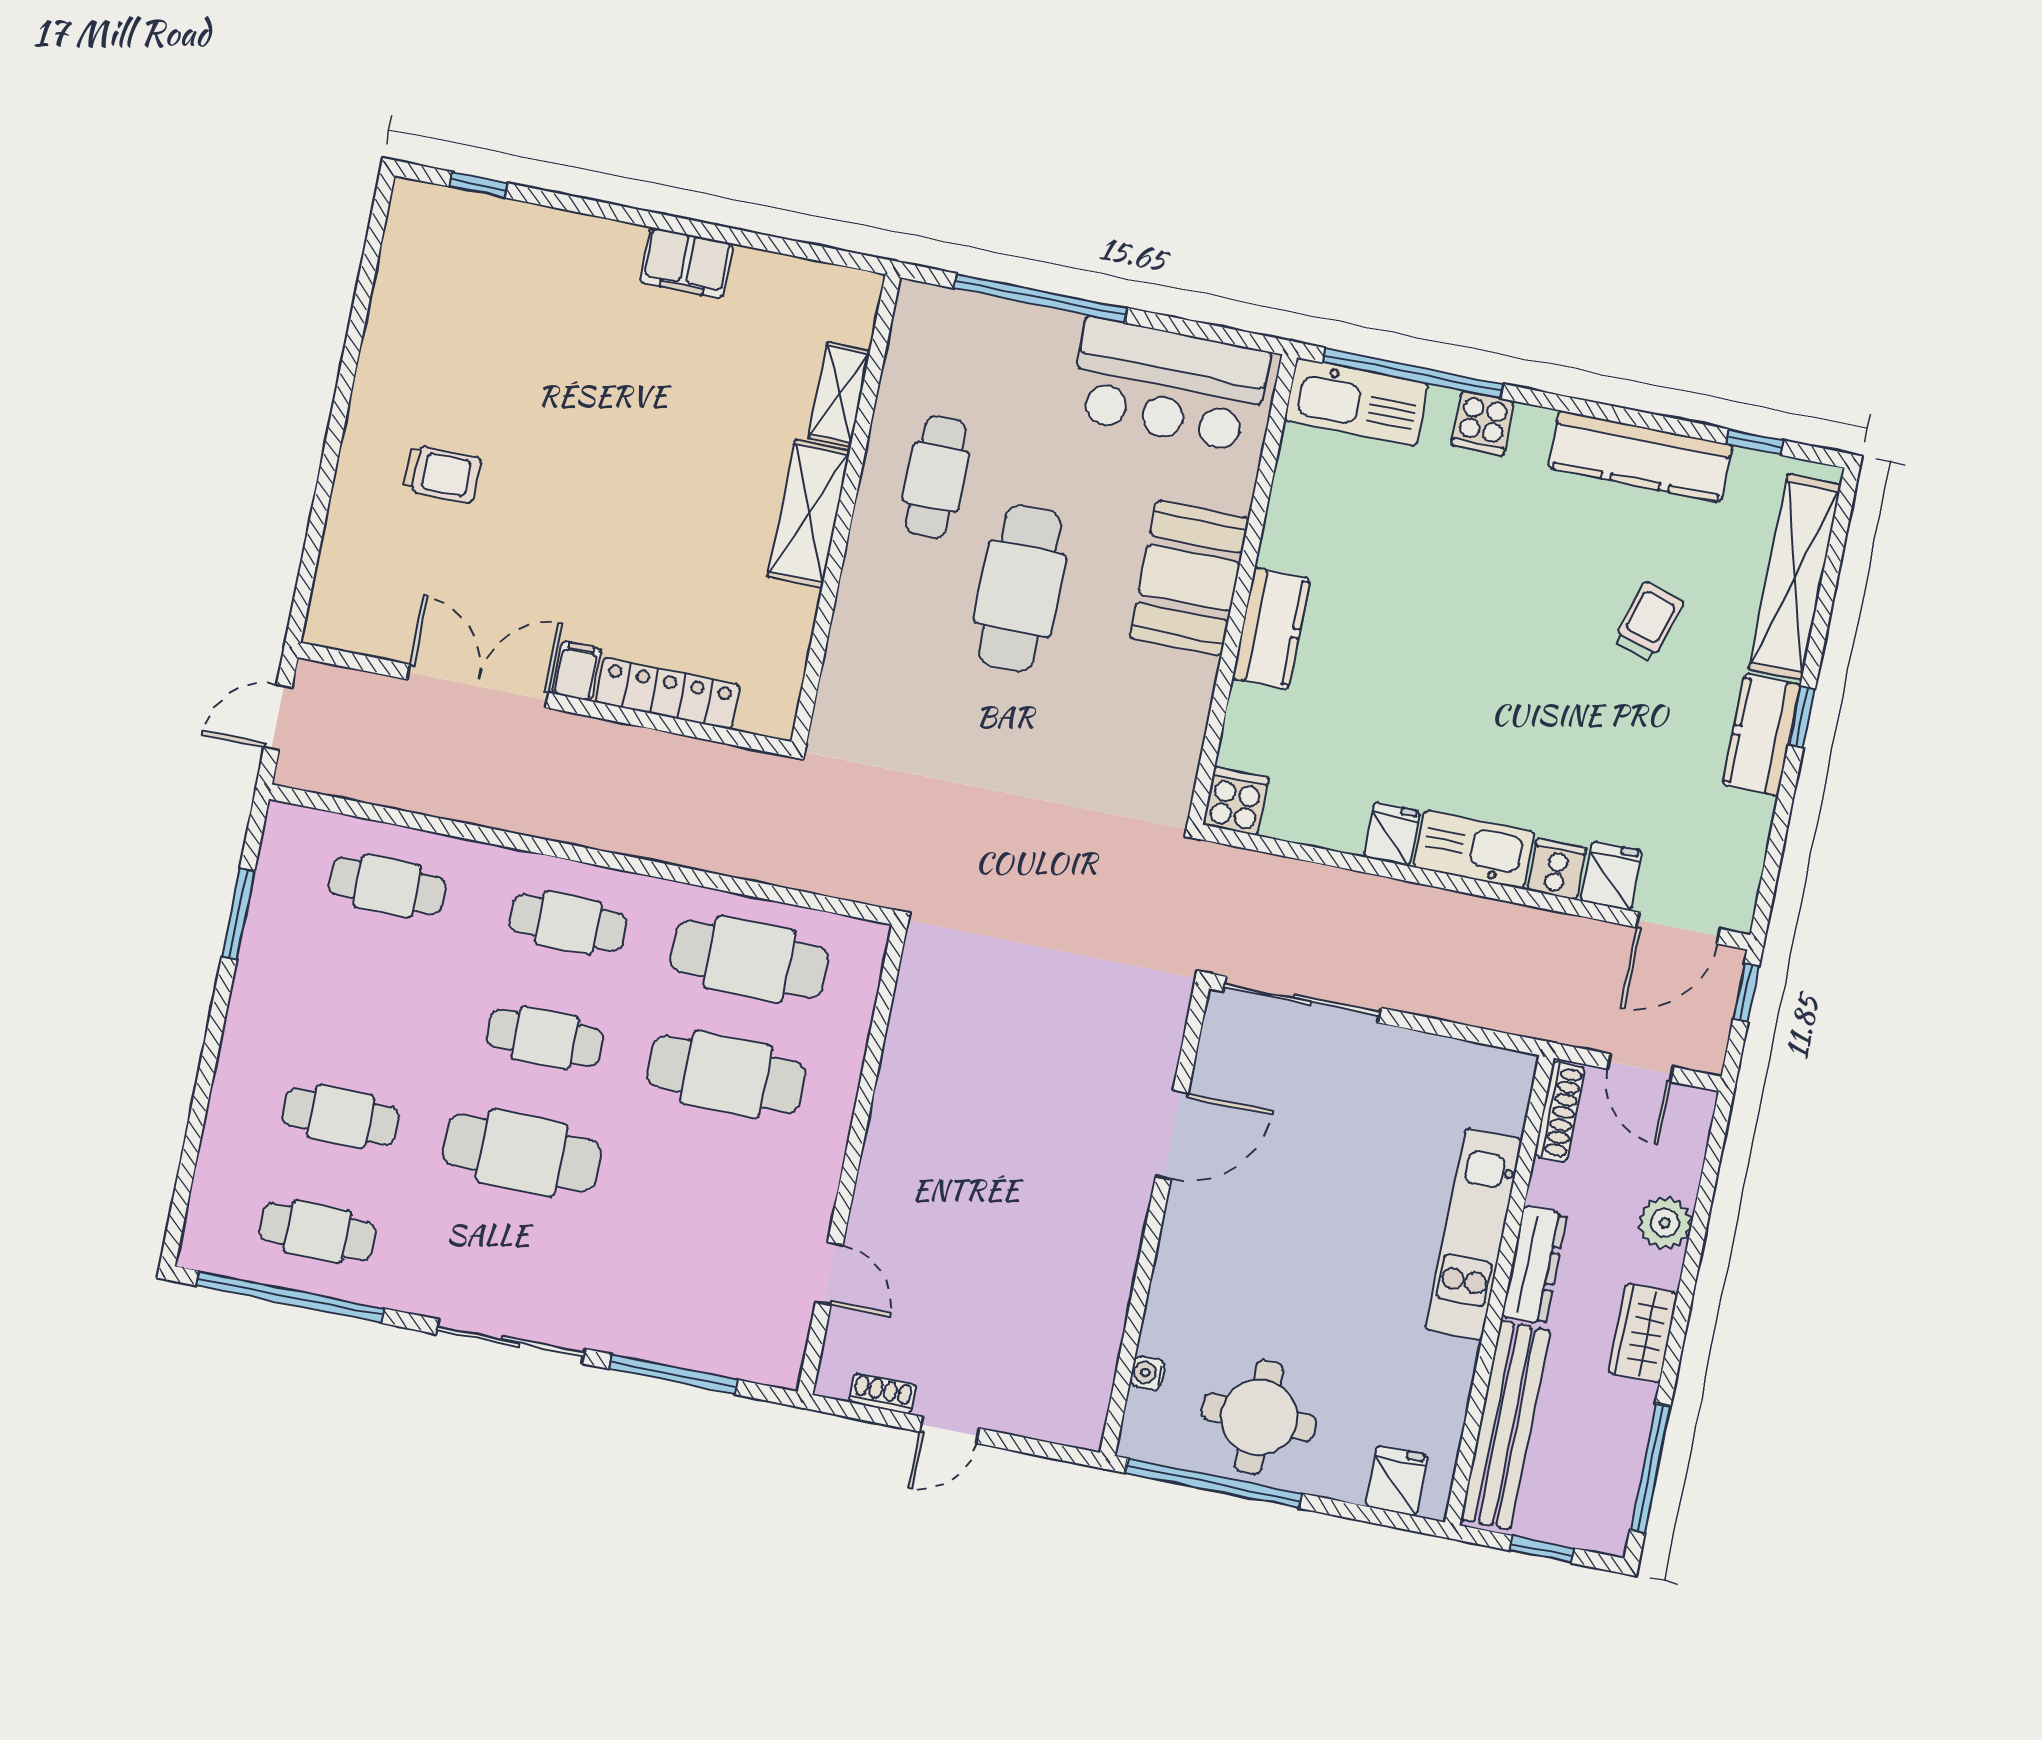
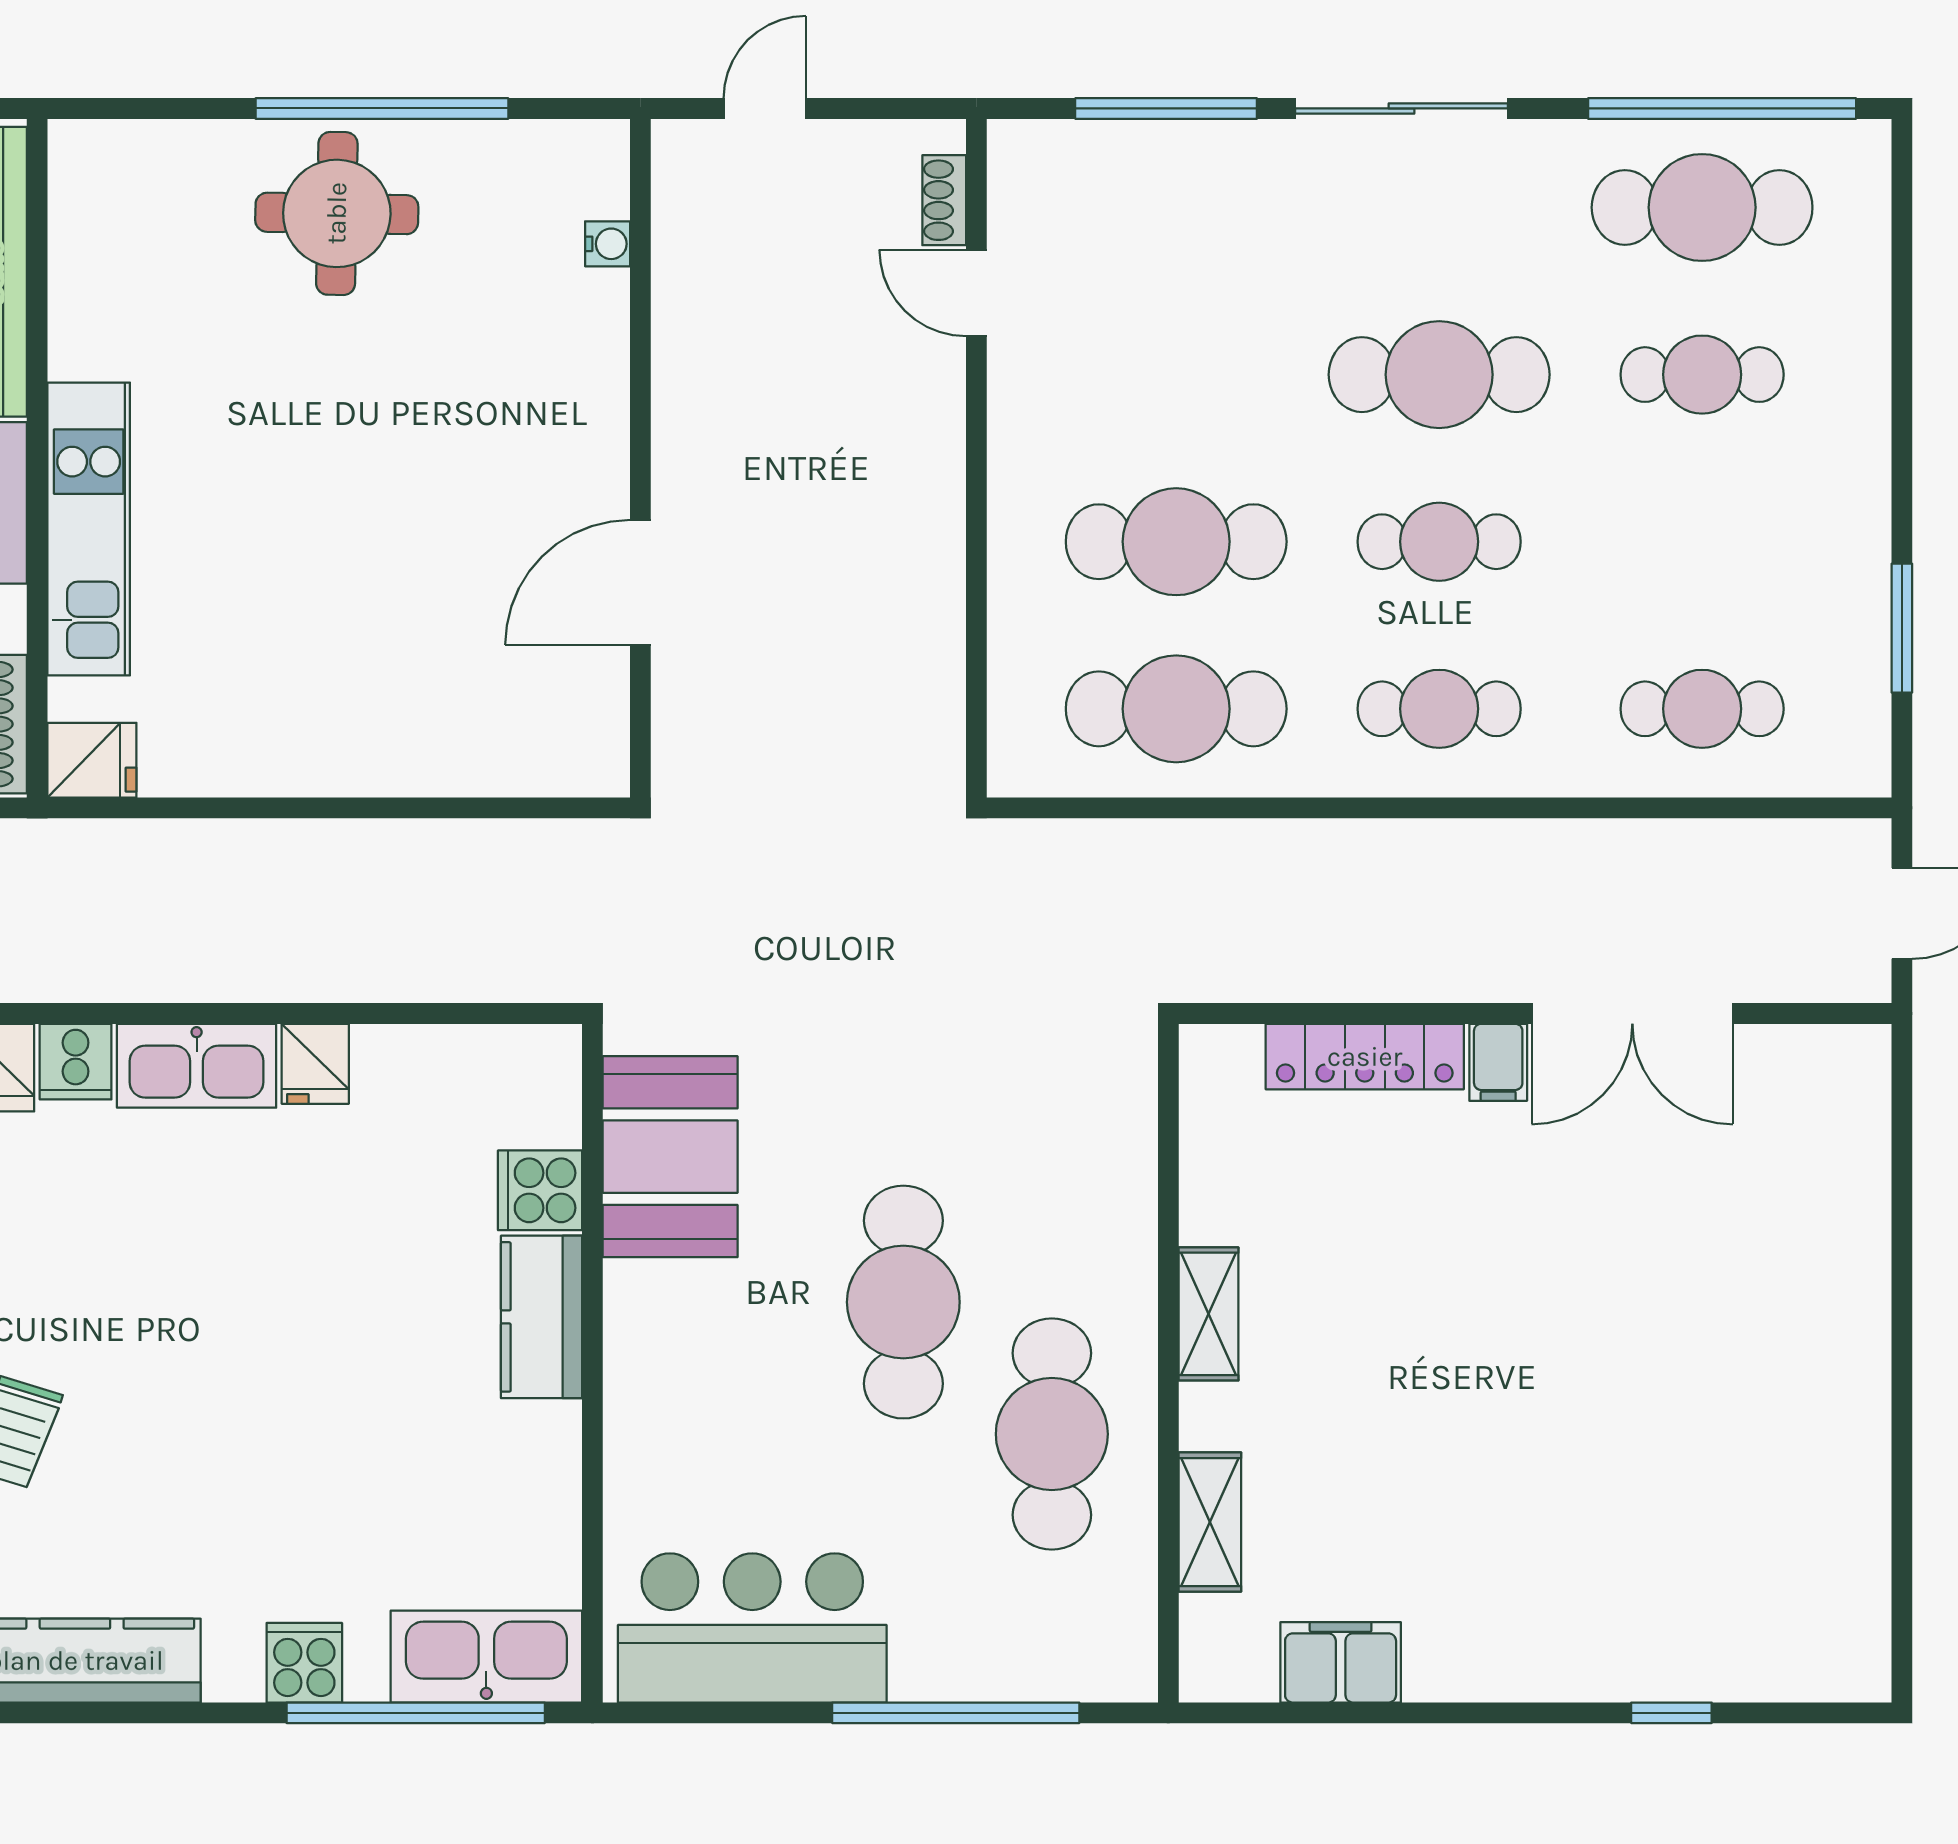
window: (479, 185) -> (1671, 1713), moved
filing cabinet: (687, 263) -> (1341, 1662), moved
trolley: (442, 474) -> (1742, 1300), removed
cafe table: (936, 477) -> (1052, 1434), width x1.37, depth x1.35
shelving: (809, 514) -> (1209, 1314), width x0.67, depth x0.75
booth: (1189, 578) -> (670, 1157), moved
cooker: (1236, 801) -> (540, 1190), moved, turned 90
sliding door: (1302, 1000) -> (394, 808), removed
door: (1172, 1135) -> (640, 582), moved
wall: (1155, 1221) -> (640, 458), moved
cafe table: (317, 1232) -> (1702, 207), width x1.37, depth x1.35
water cooler: (1147, 1373) -> (608, 244), moved
shoe rack: (883, 1393) -> (944, 200), moved, turned 90
fridge: (1397, 1481) -> (92, 760), moved, turned -90

